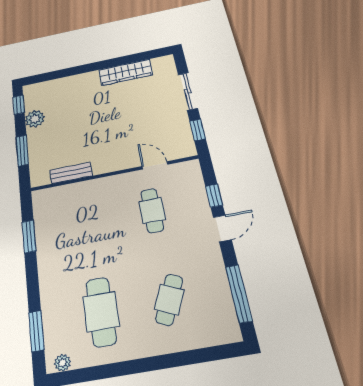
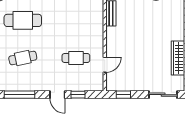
sliding door: (188, 91) -> (163, 95), moved
cafe table: (169, 300) -> (23, 58), turned -36

